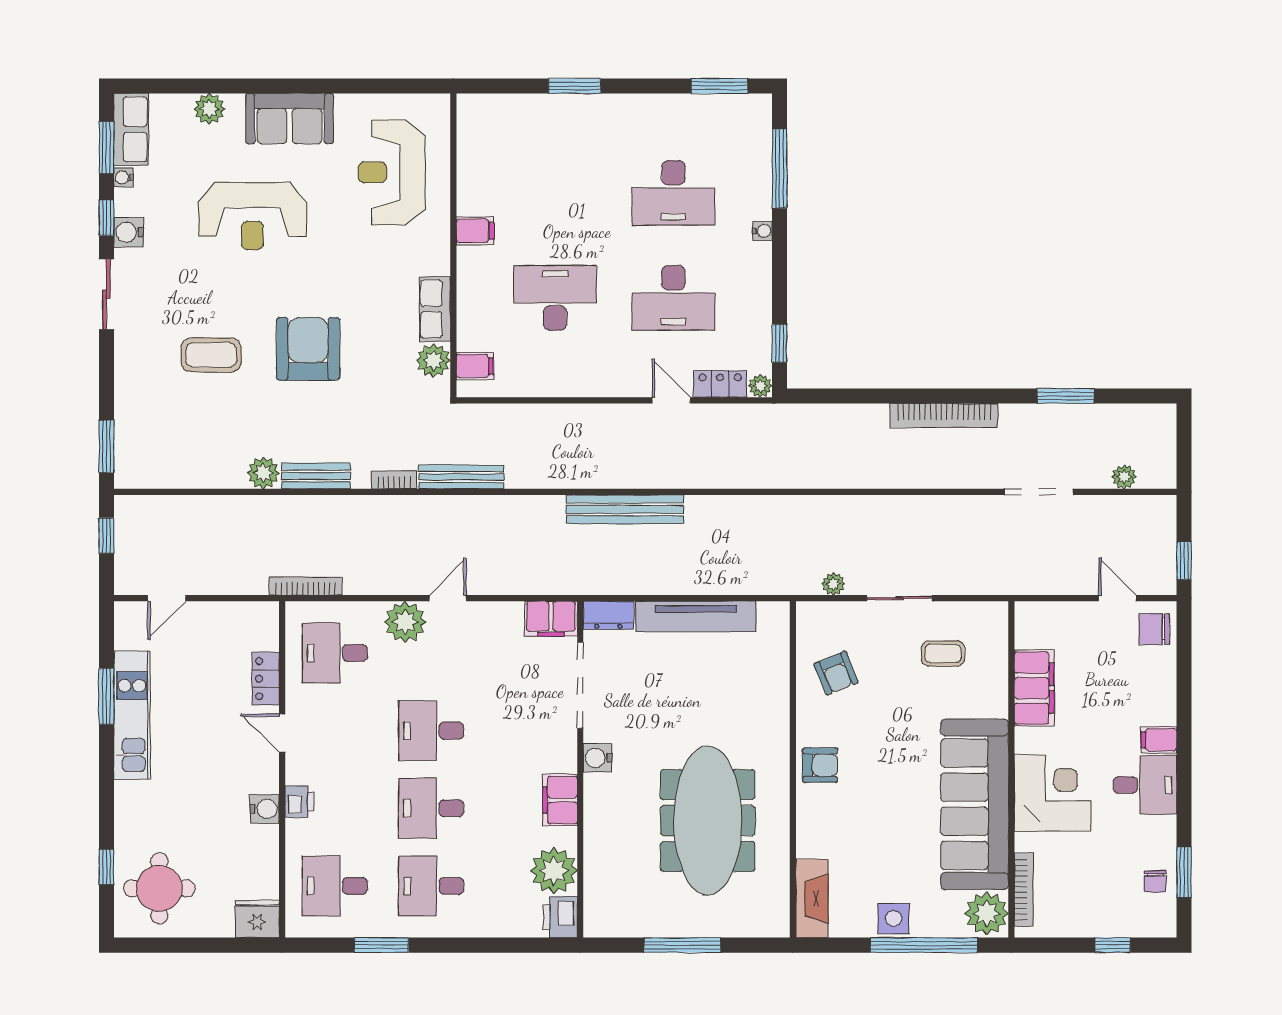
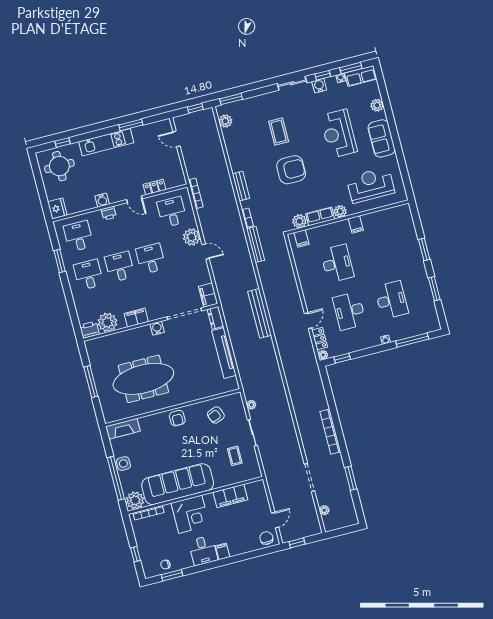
window: (720, 86) -> (434, 289), moved
desk: (673, 193) -> (391, 300), turned 180
plant: (435, 259) -> (340, 211), added
plant: (263, 473) -> (225, 121), moved
kitchen unit: (132, 715) -> (106, 142), moved
door: (282, 733) -> (134, 199), swing flipped

